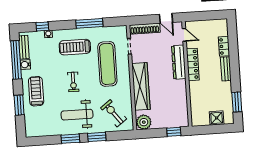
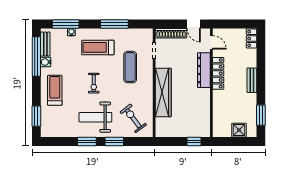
window: (42, 27) -> (66, 24), width x2.17
locker: (224, 46) -> (251, 39), moved
exercise mat: (107, 64) -> (130, 67), width x0.73, depth x0.69
window: (19, 105) -> (36, 116), moved
plant: (144, 122) -> (164, 129), removed

